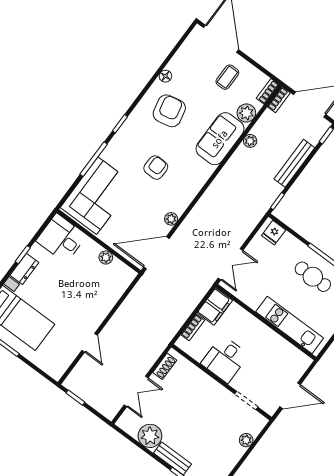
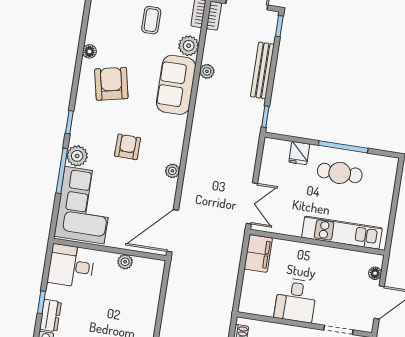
plant: (112, 154) -> (77, 156), added
plant: (171, 219) -> (172, 171), moved
fridge: (274, 233) -> (299, 153), moved
bookcase: (193, 327) -> (247, 286), removed
floor lamp: (299, 371) -> (375, 273), added

